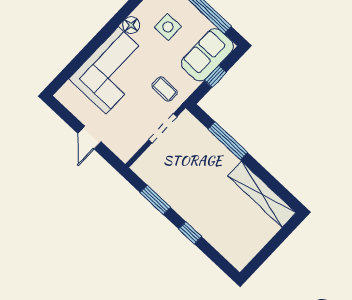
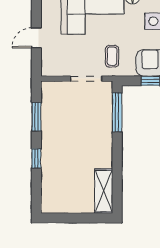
window: (228, 141) -> (117, 112), moved
shelving: (262, 194) -> (104, 191), width x0.68

